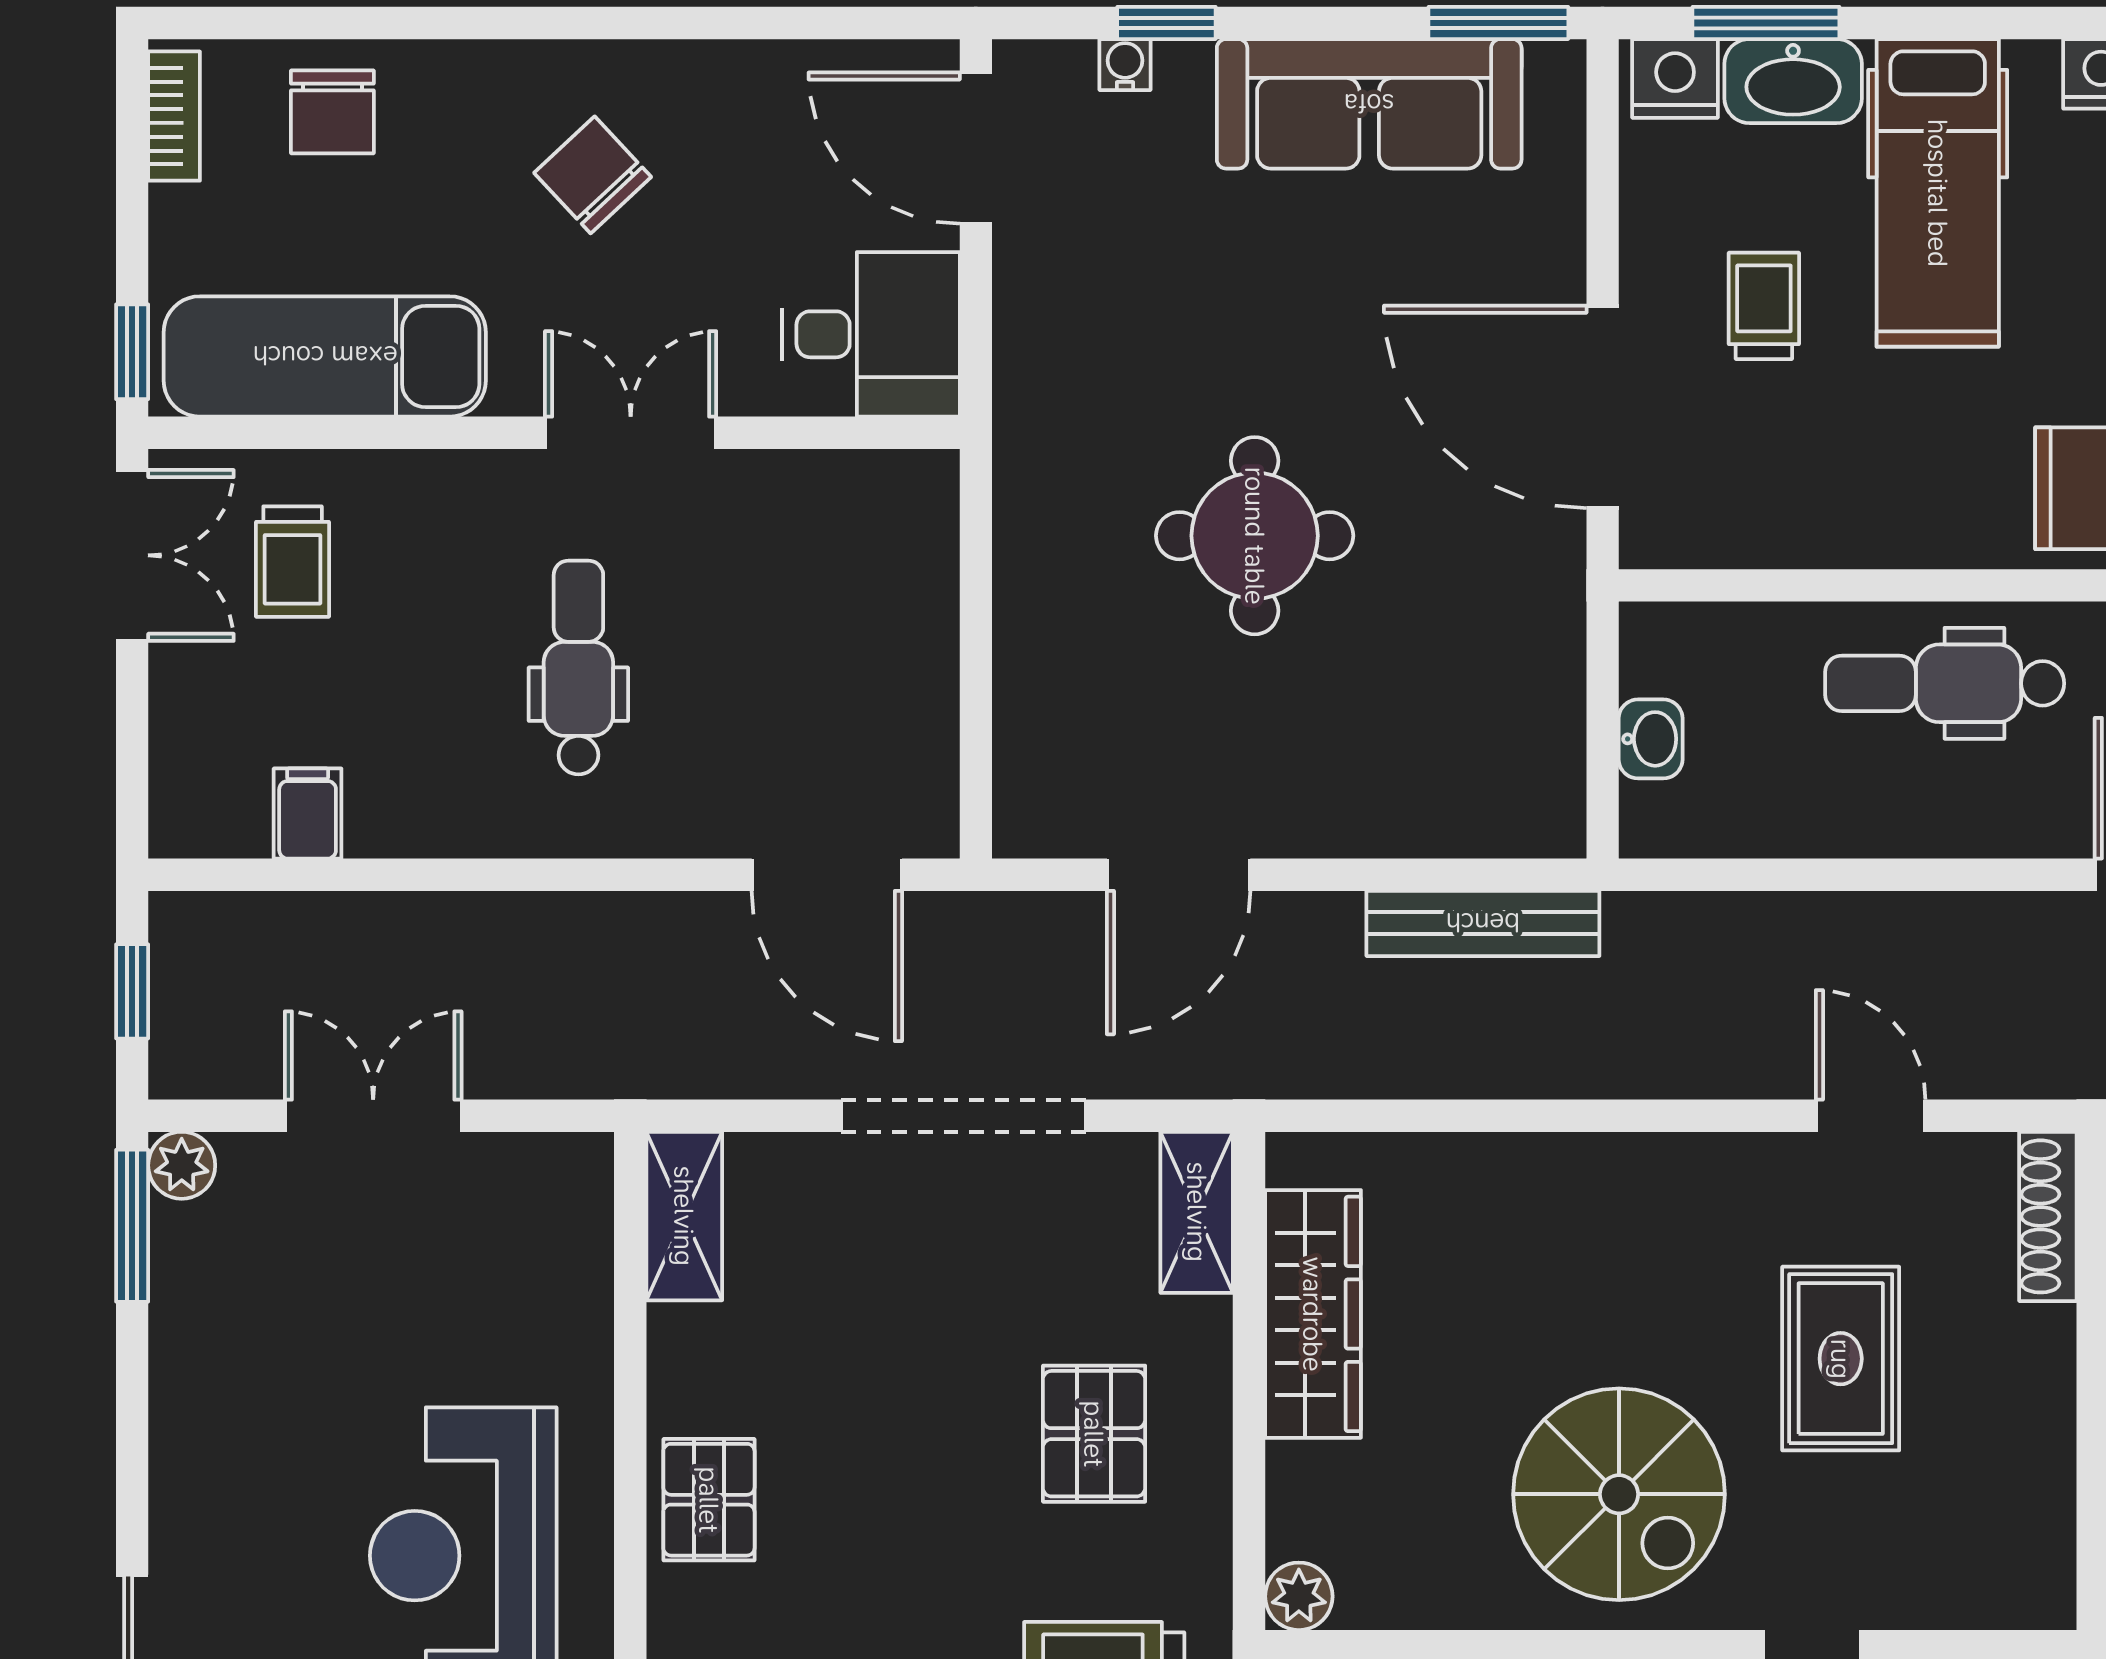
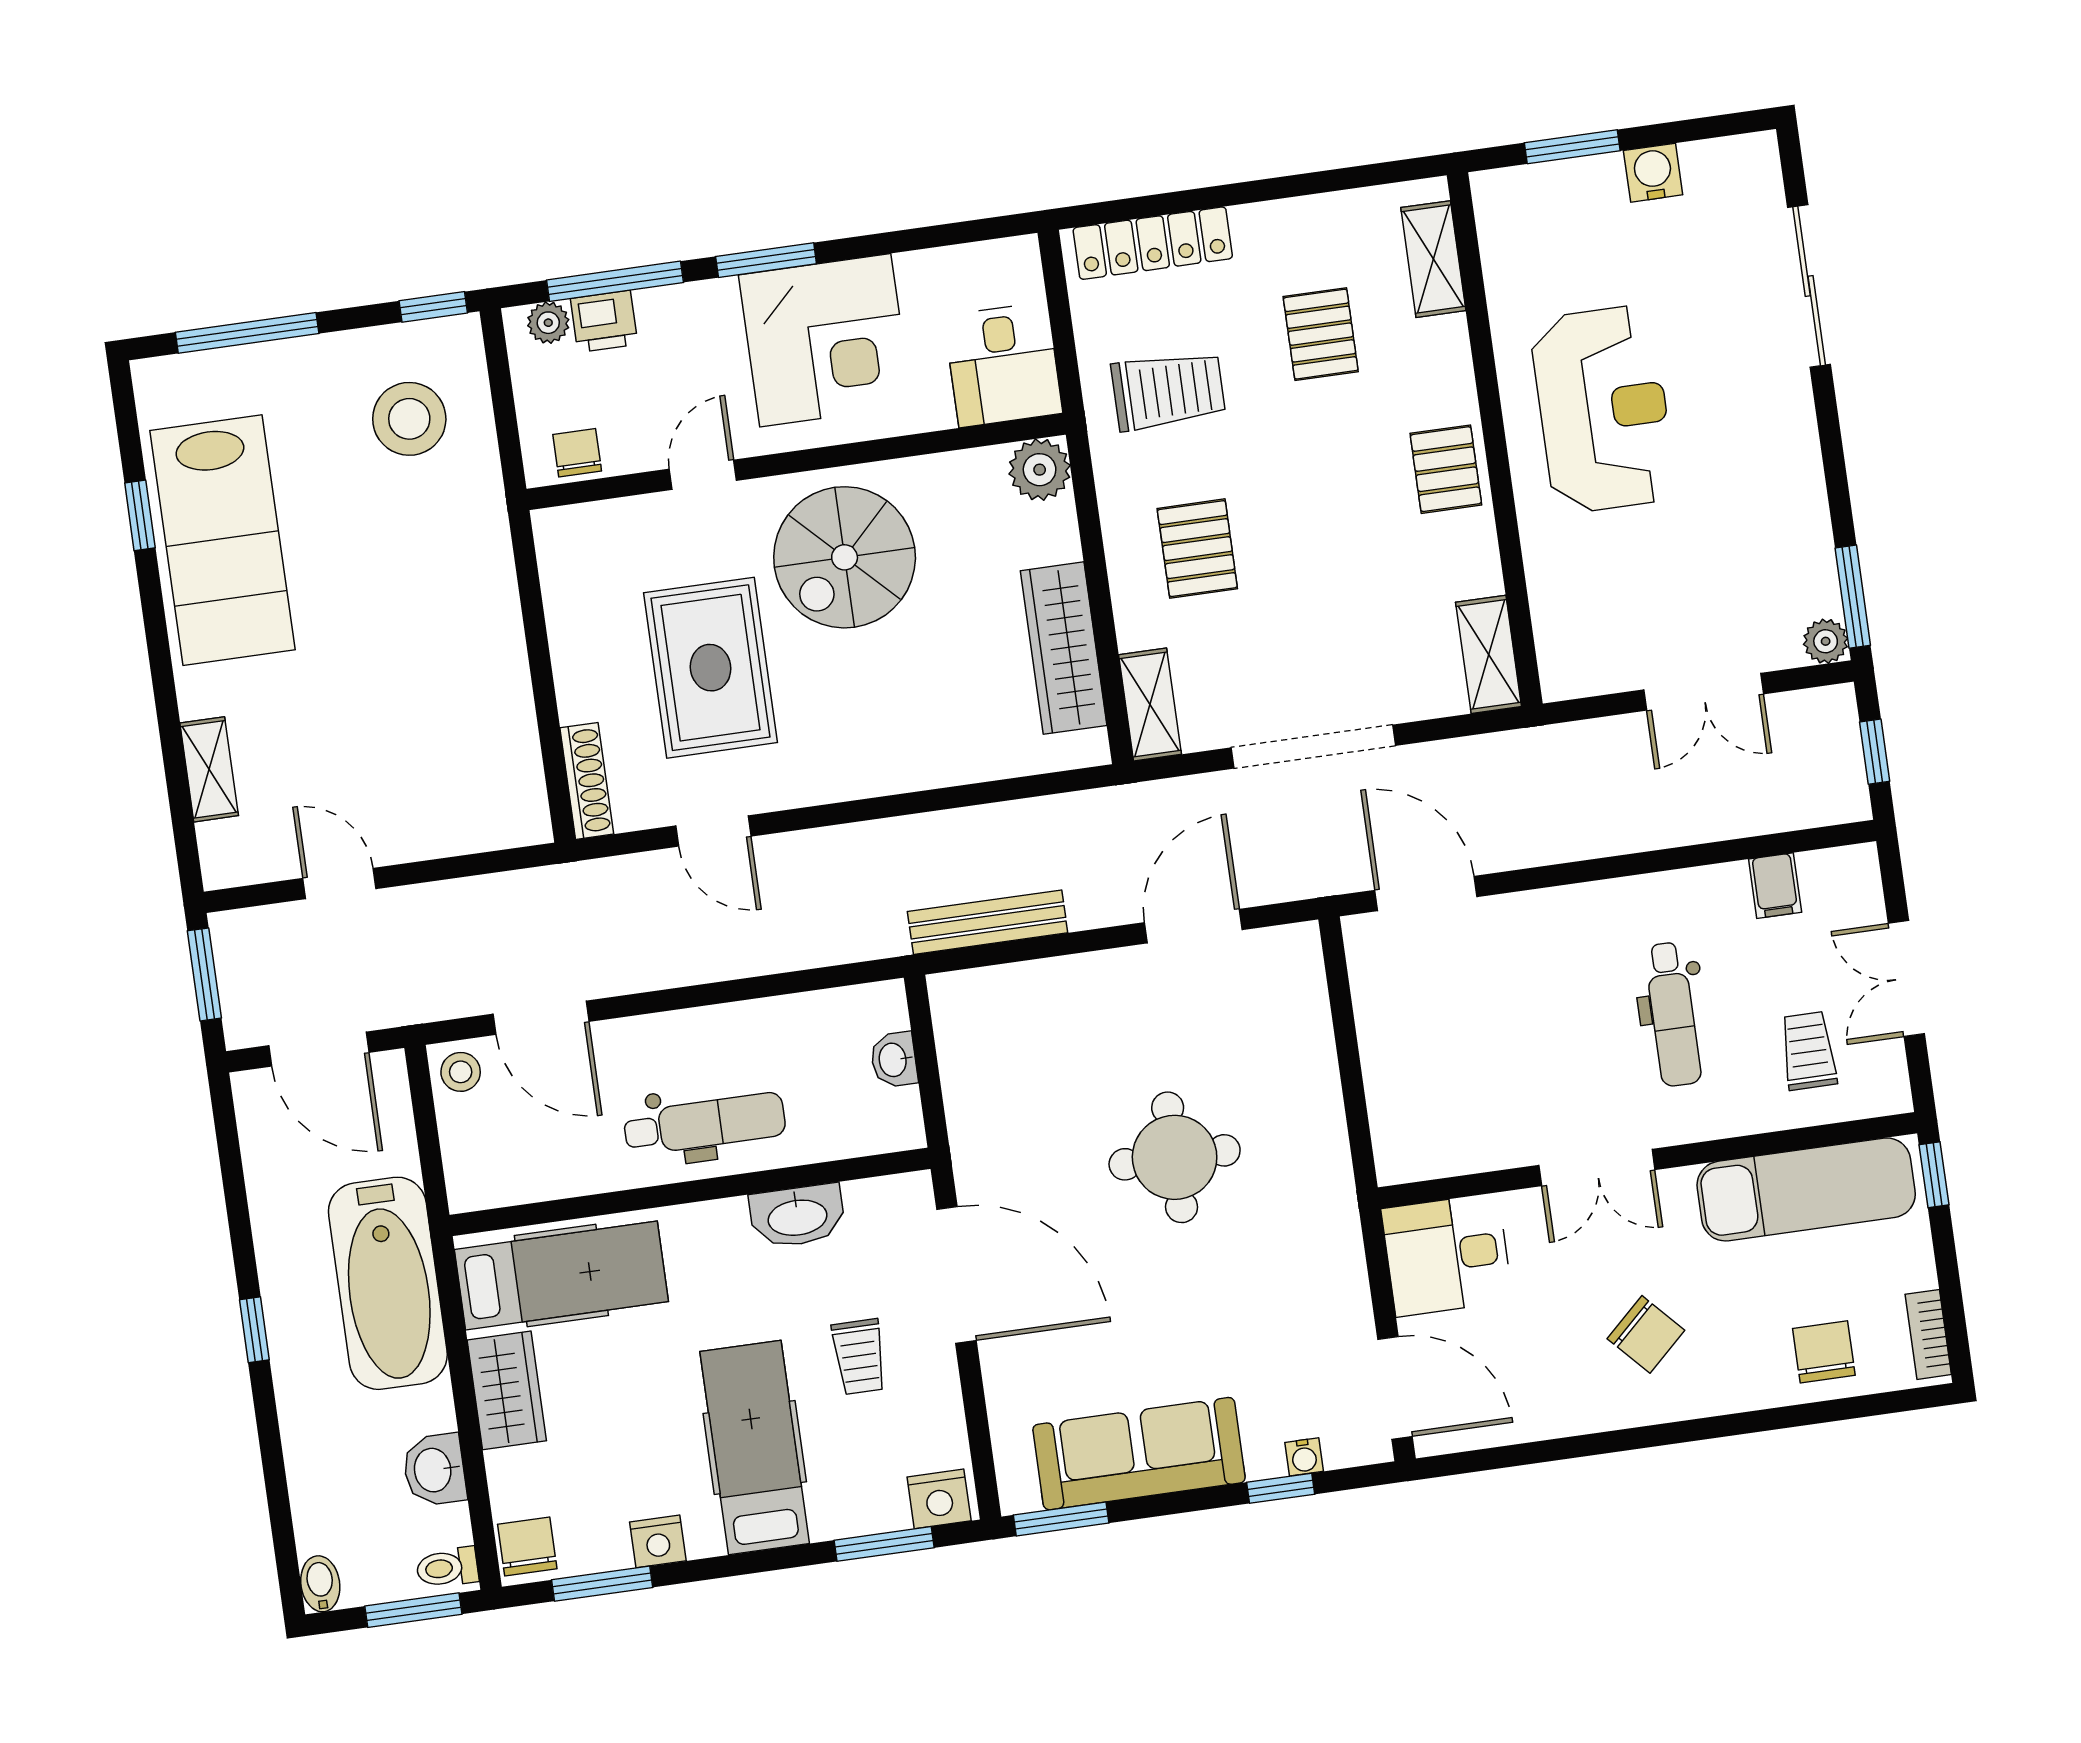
washbasin: (1793, 81) -> (797, 1216), moved, turned 180
double door: (132, 555) -> (1906, 978), moved
dental chair: (578, 667) -> (1673, 1014), moved
rug: (1841, 1359) -> (711, 668), width x1.36, depth x1.43
spiral stairs: (1619, 1494) -> (845, 557), turned -90
plant: (1299, 1596) -> (1040, 470), width x1.38, depth x1.38

